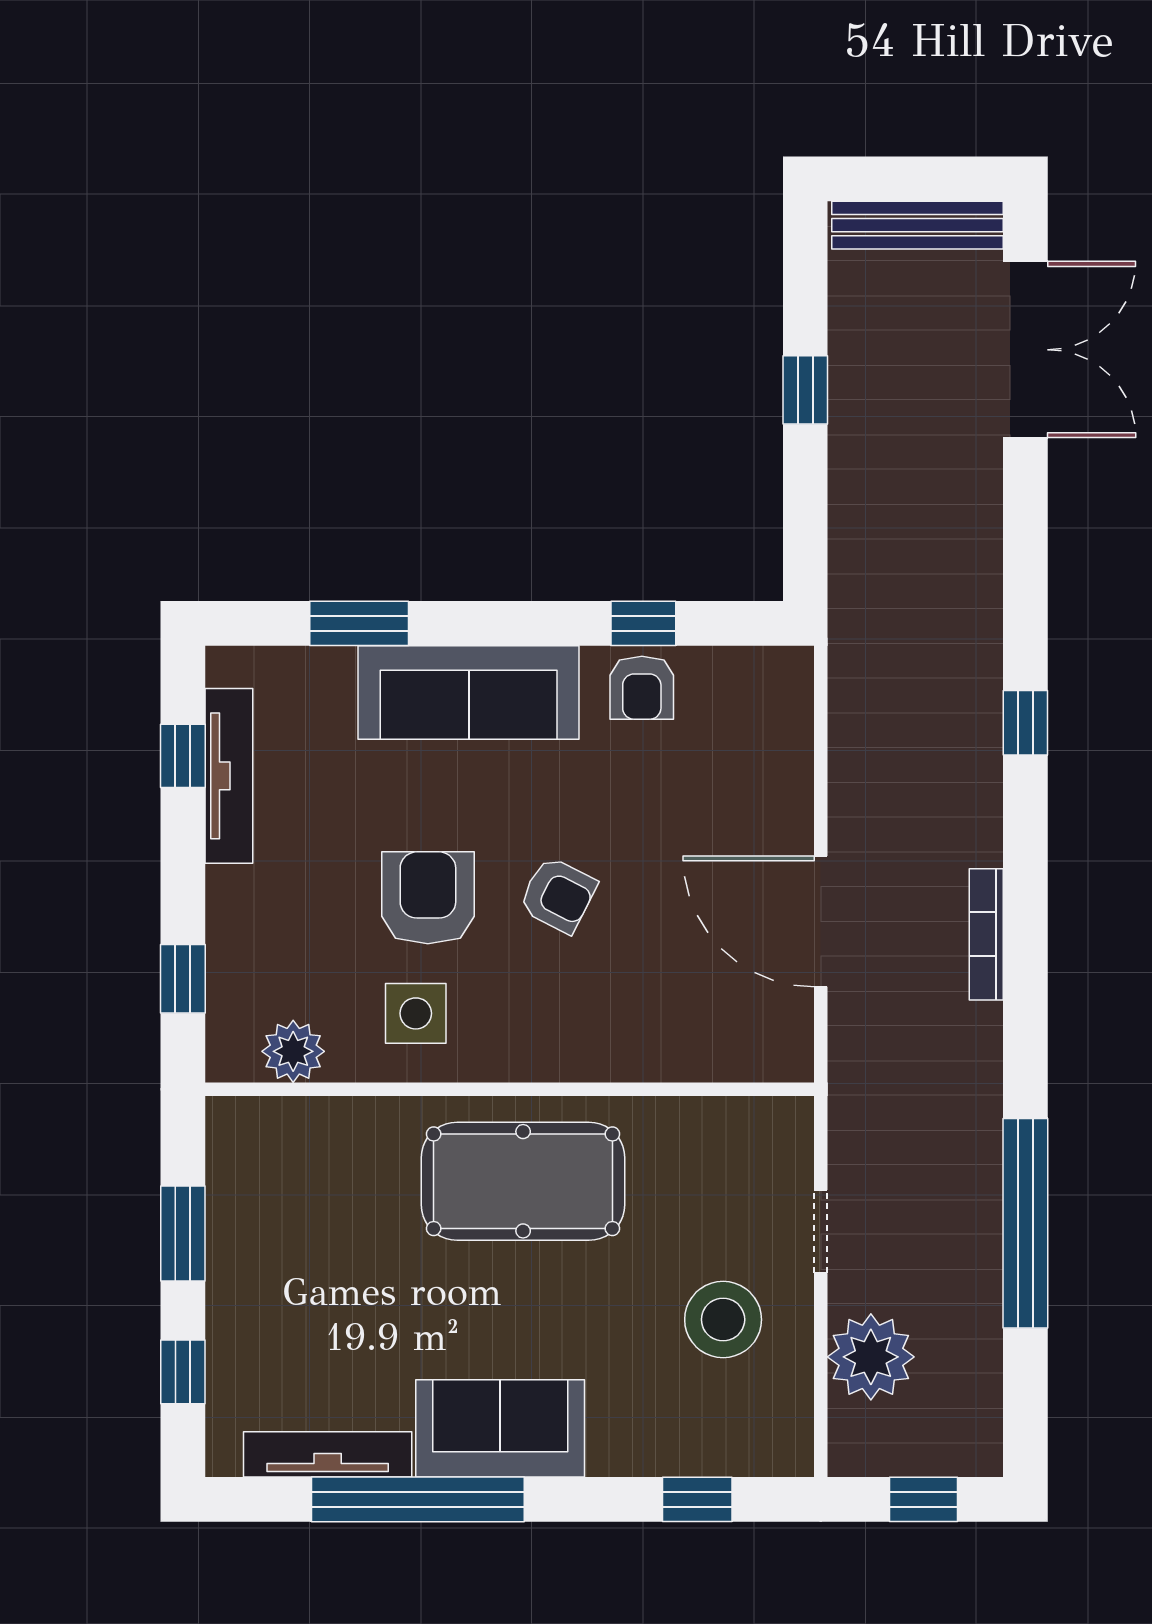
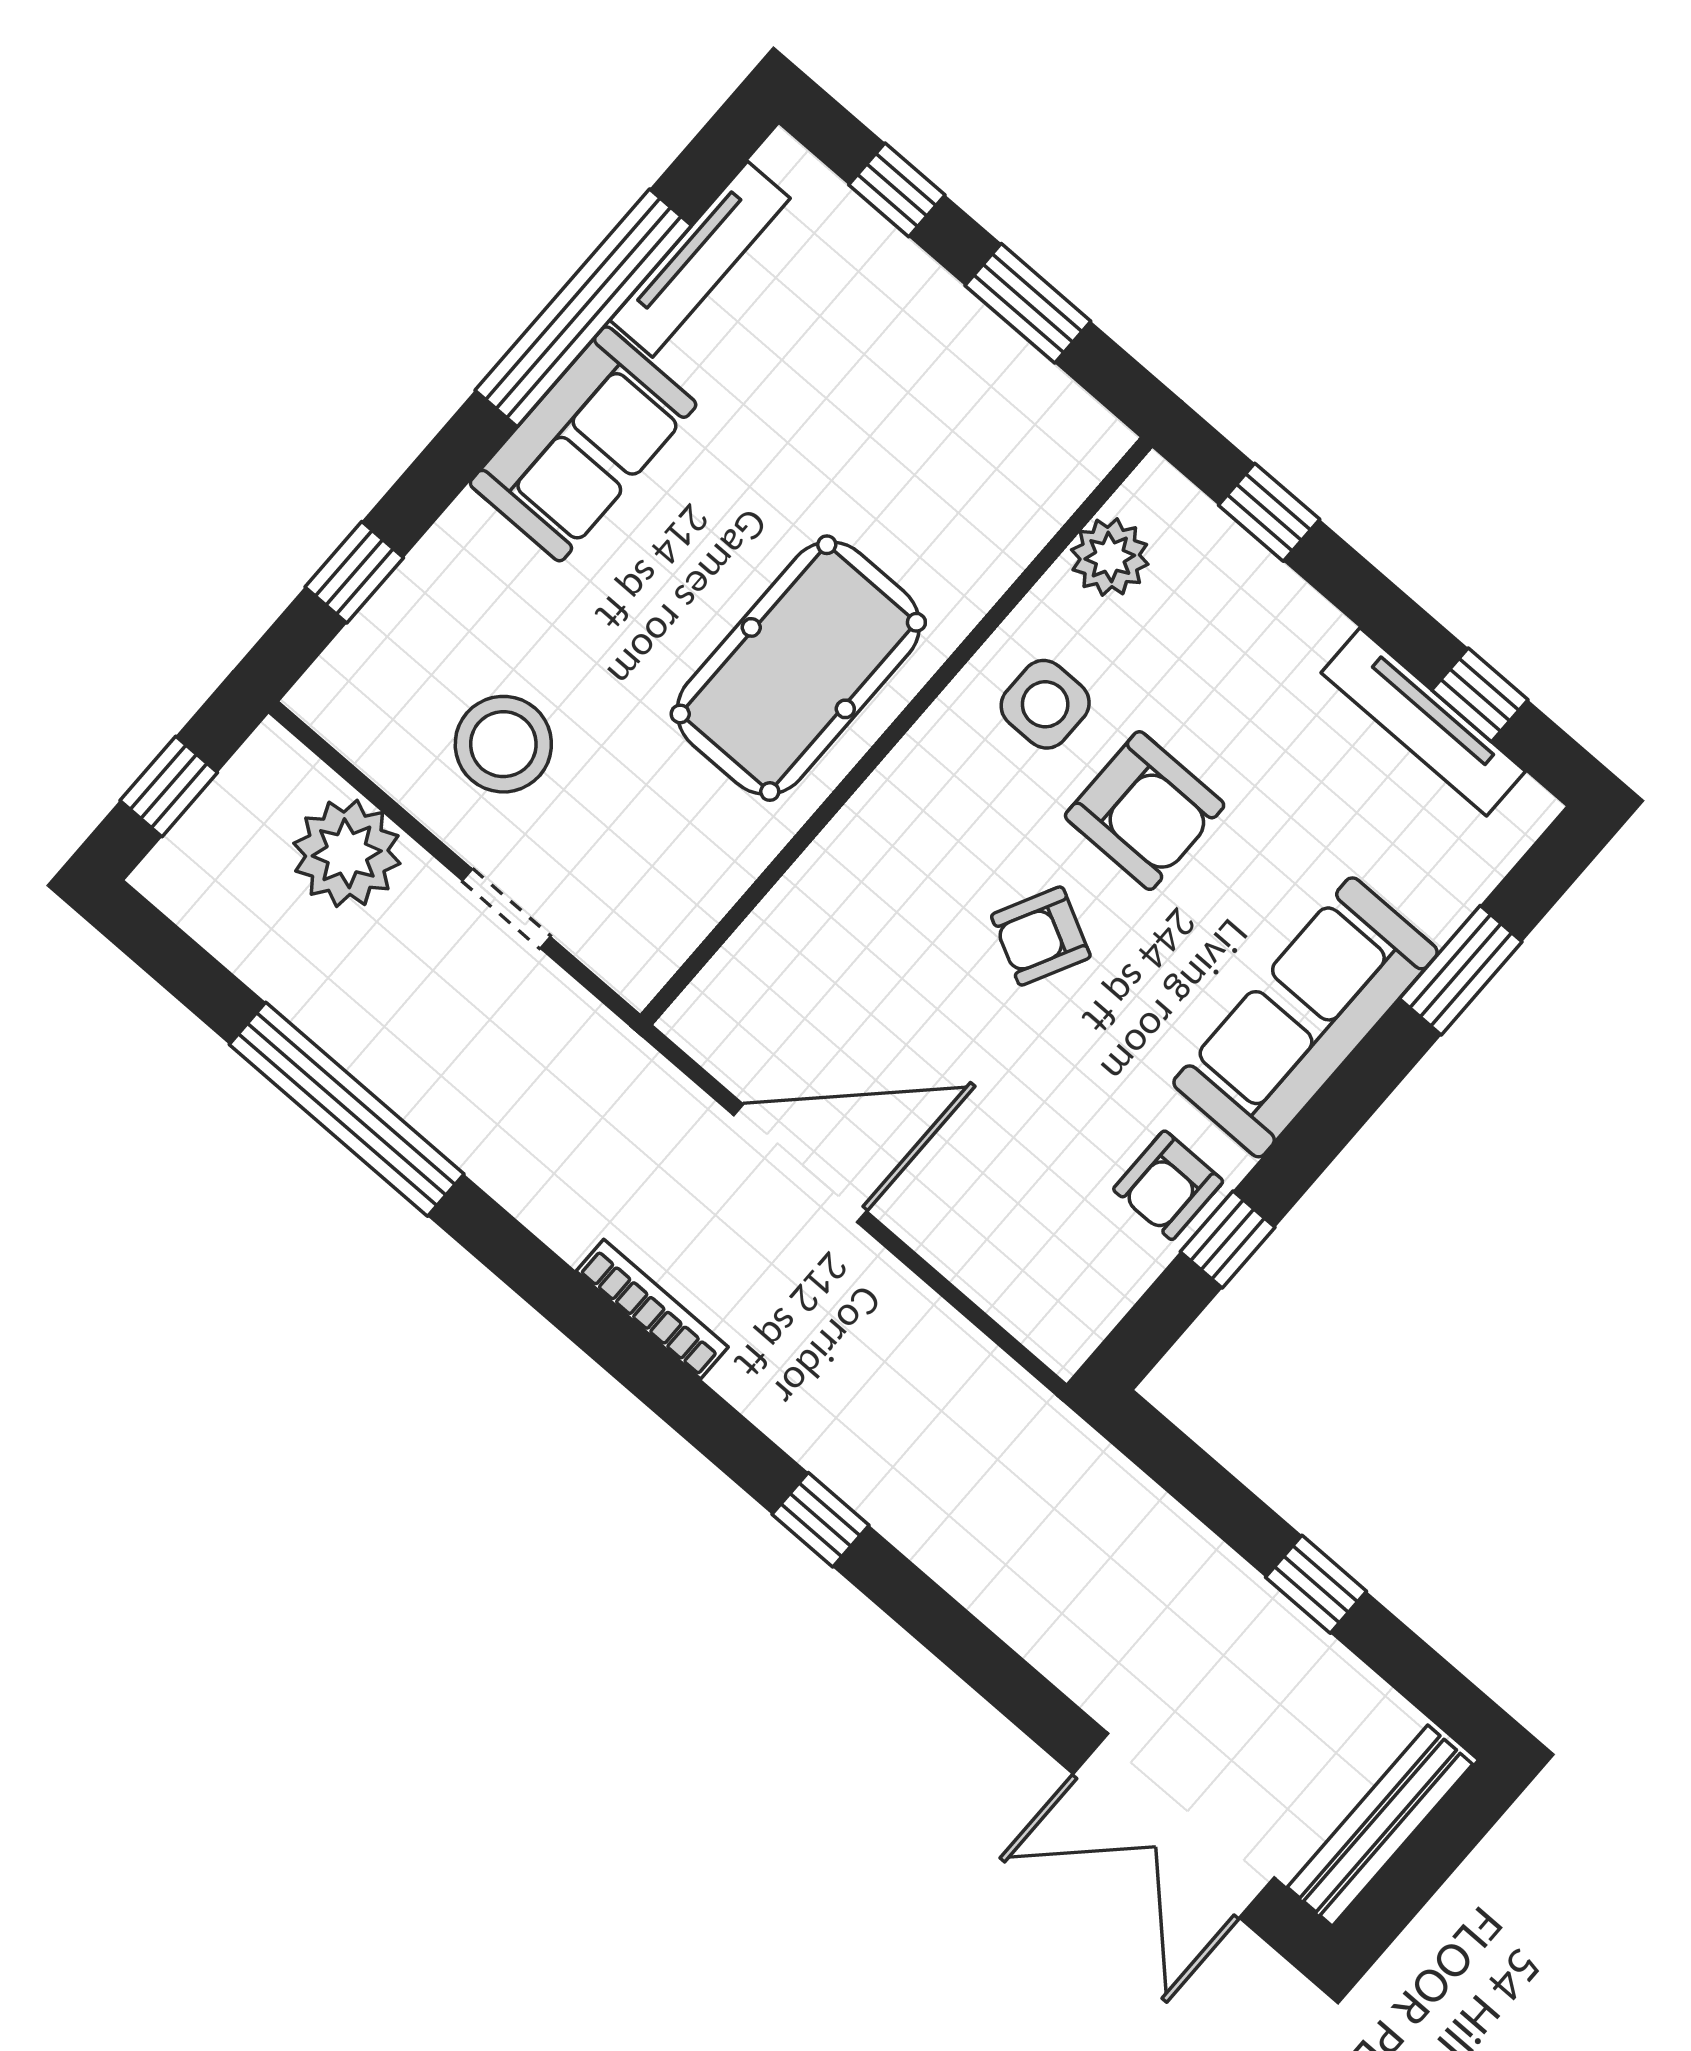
armchair: (642, 688) -> (1168, 1185), turned -90

